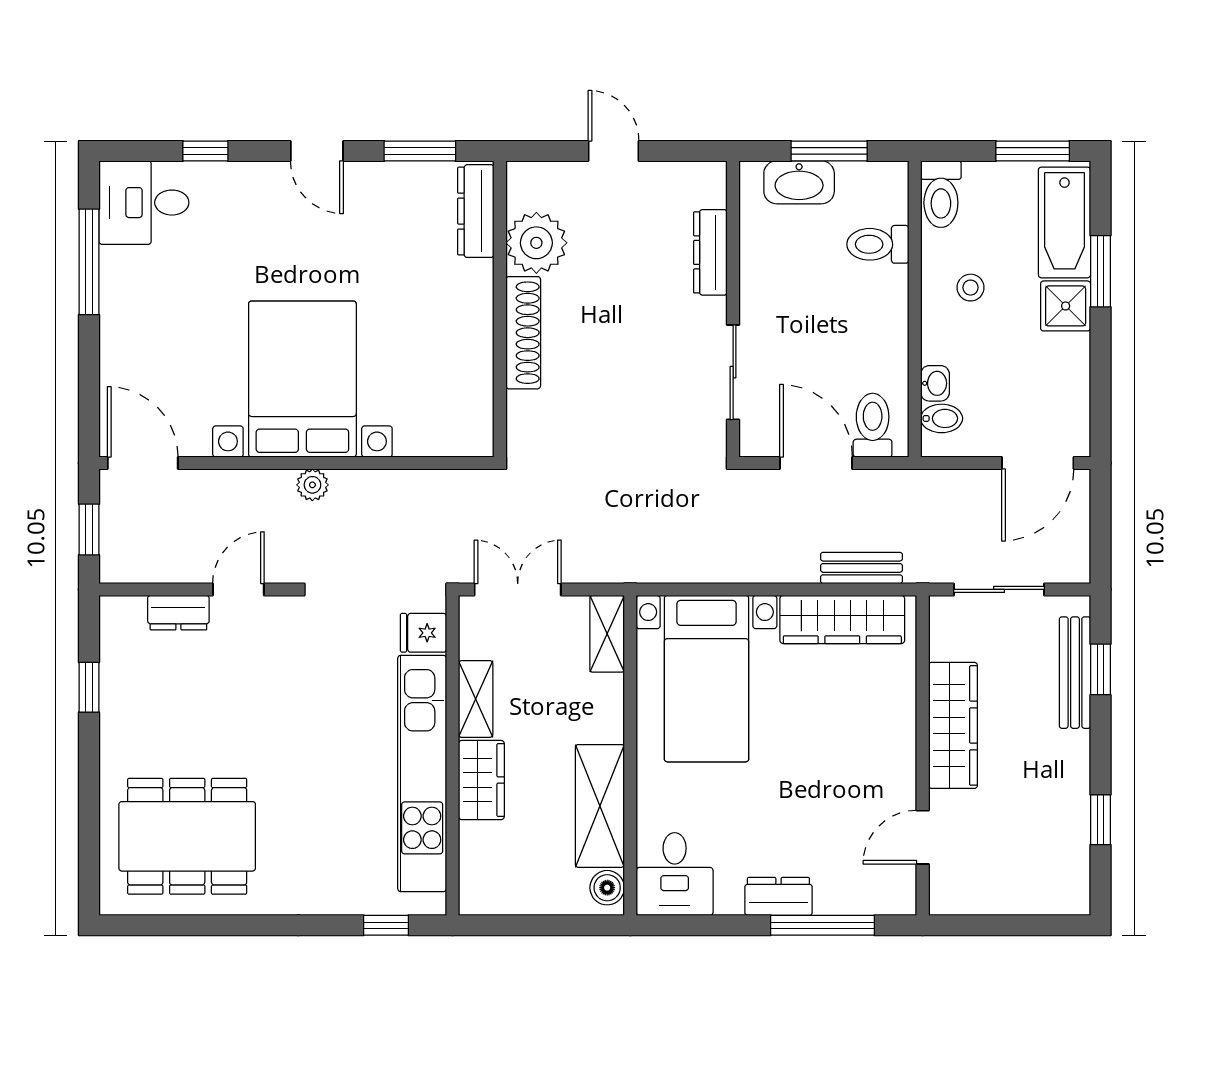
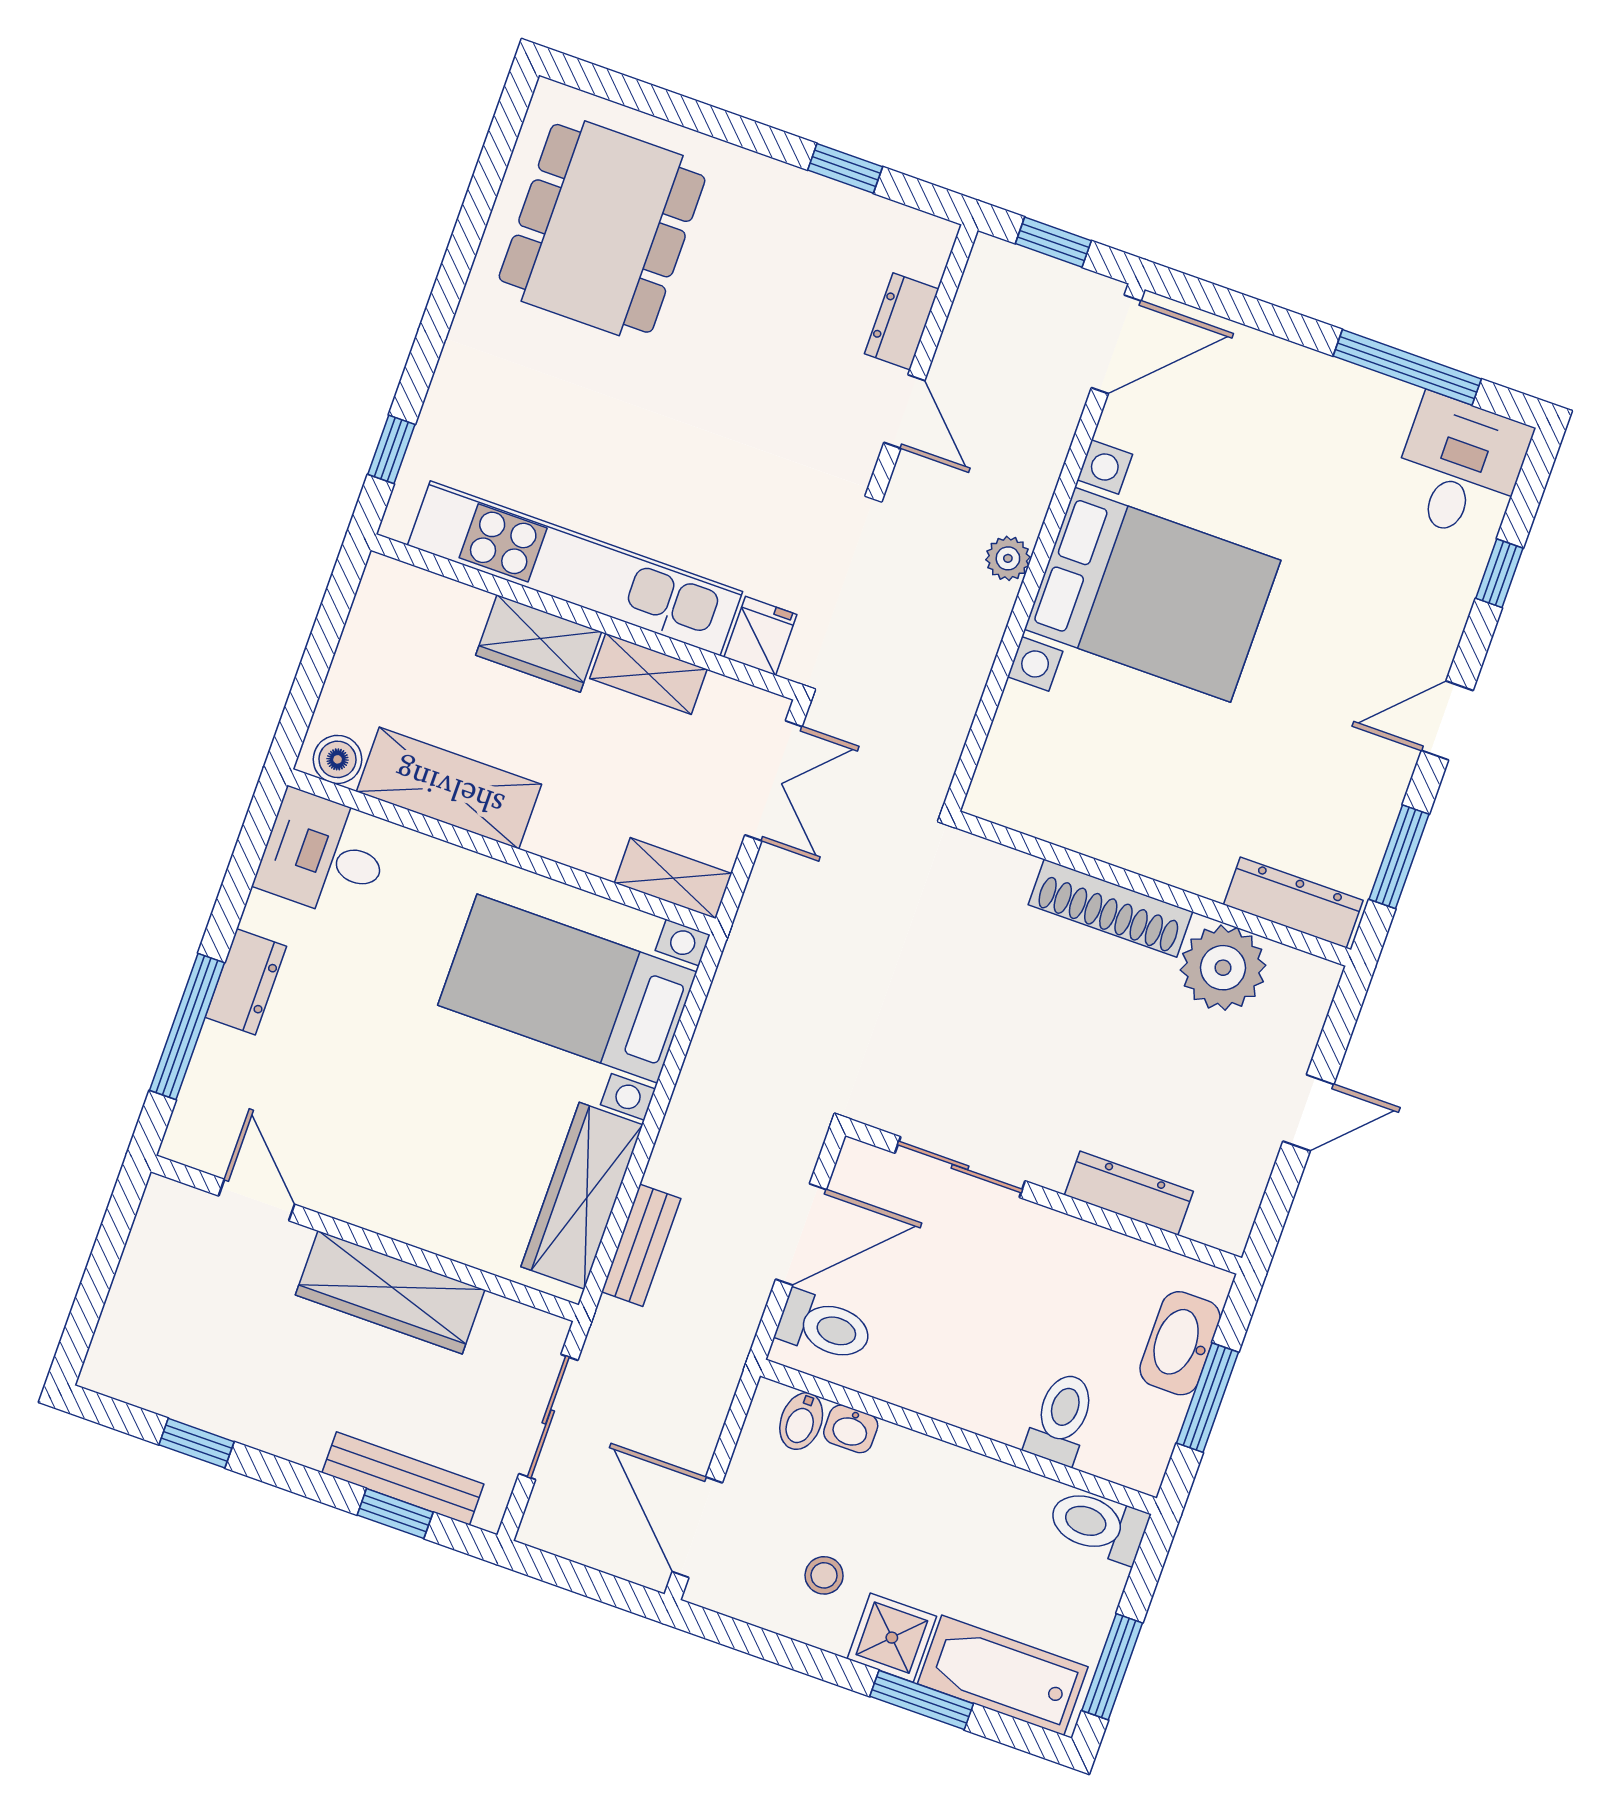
stool: (971, 288) -> (824, 1575), moved

